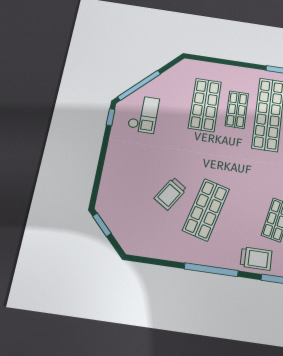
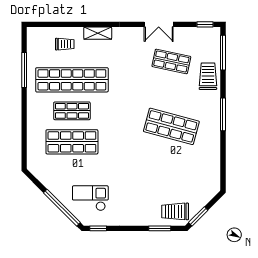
window: (97, 181) -> (160, 228), added
trolley: (170, 194) -> (175, 211), moved, turned 147
window: (211, 270) -> (223, 114), width x0.68

